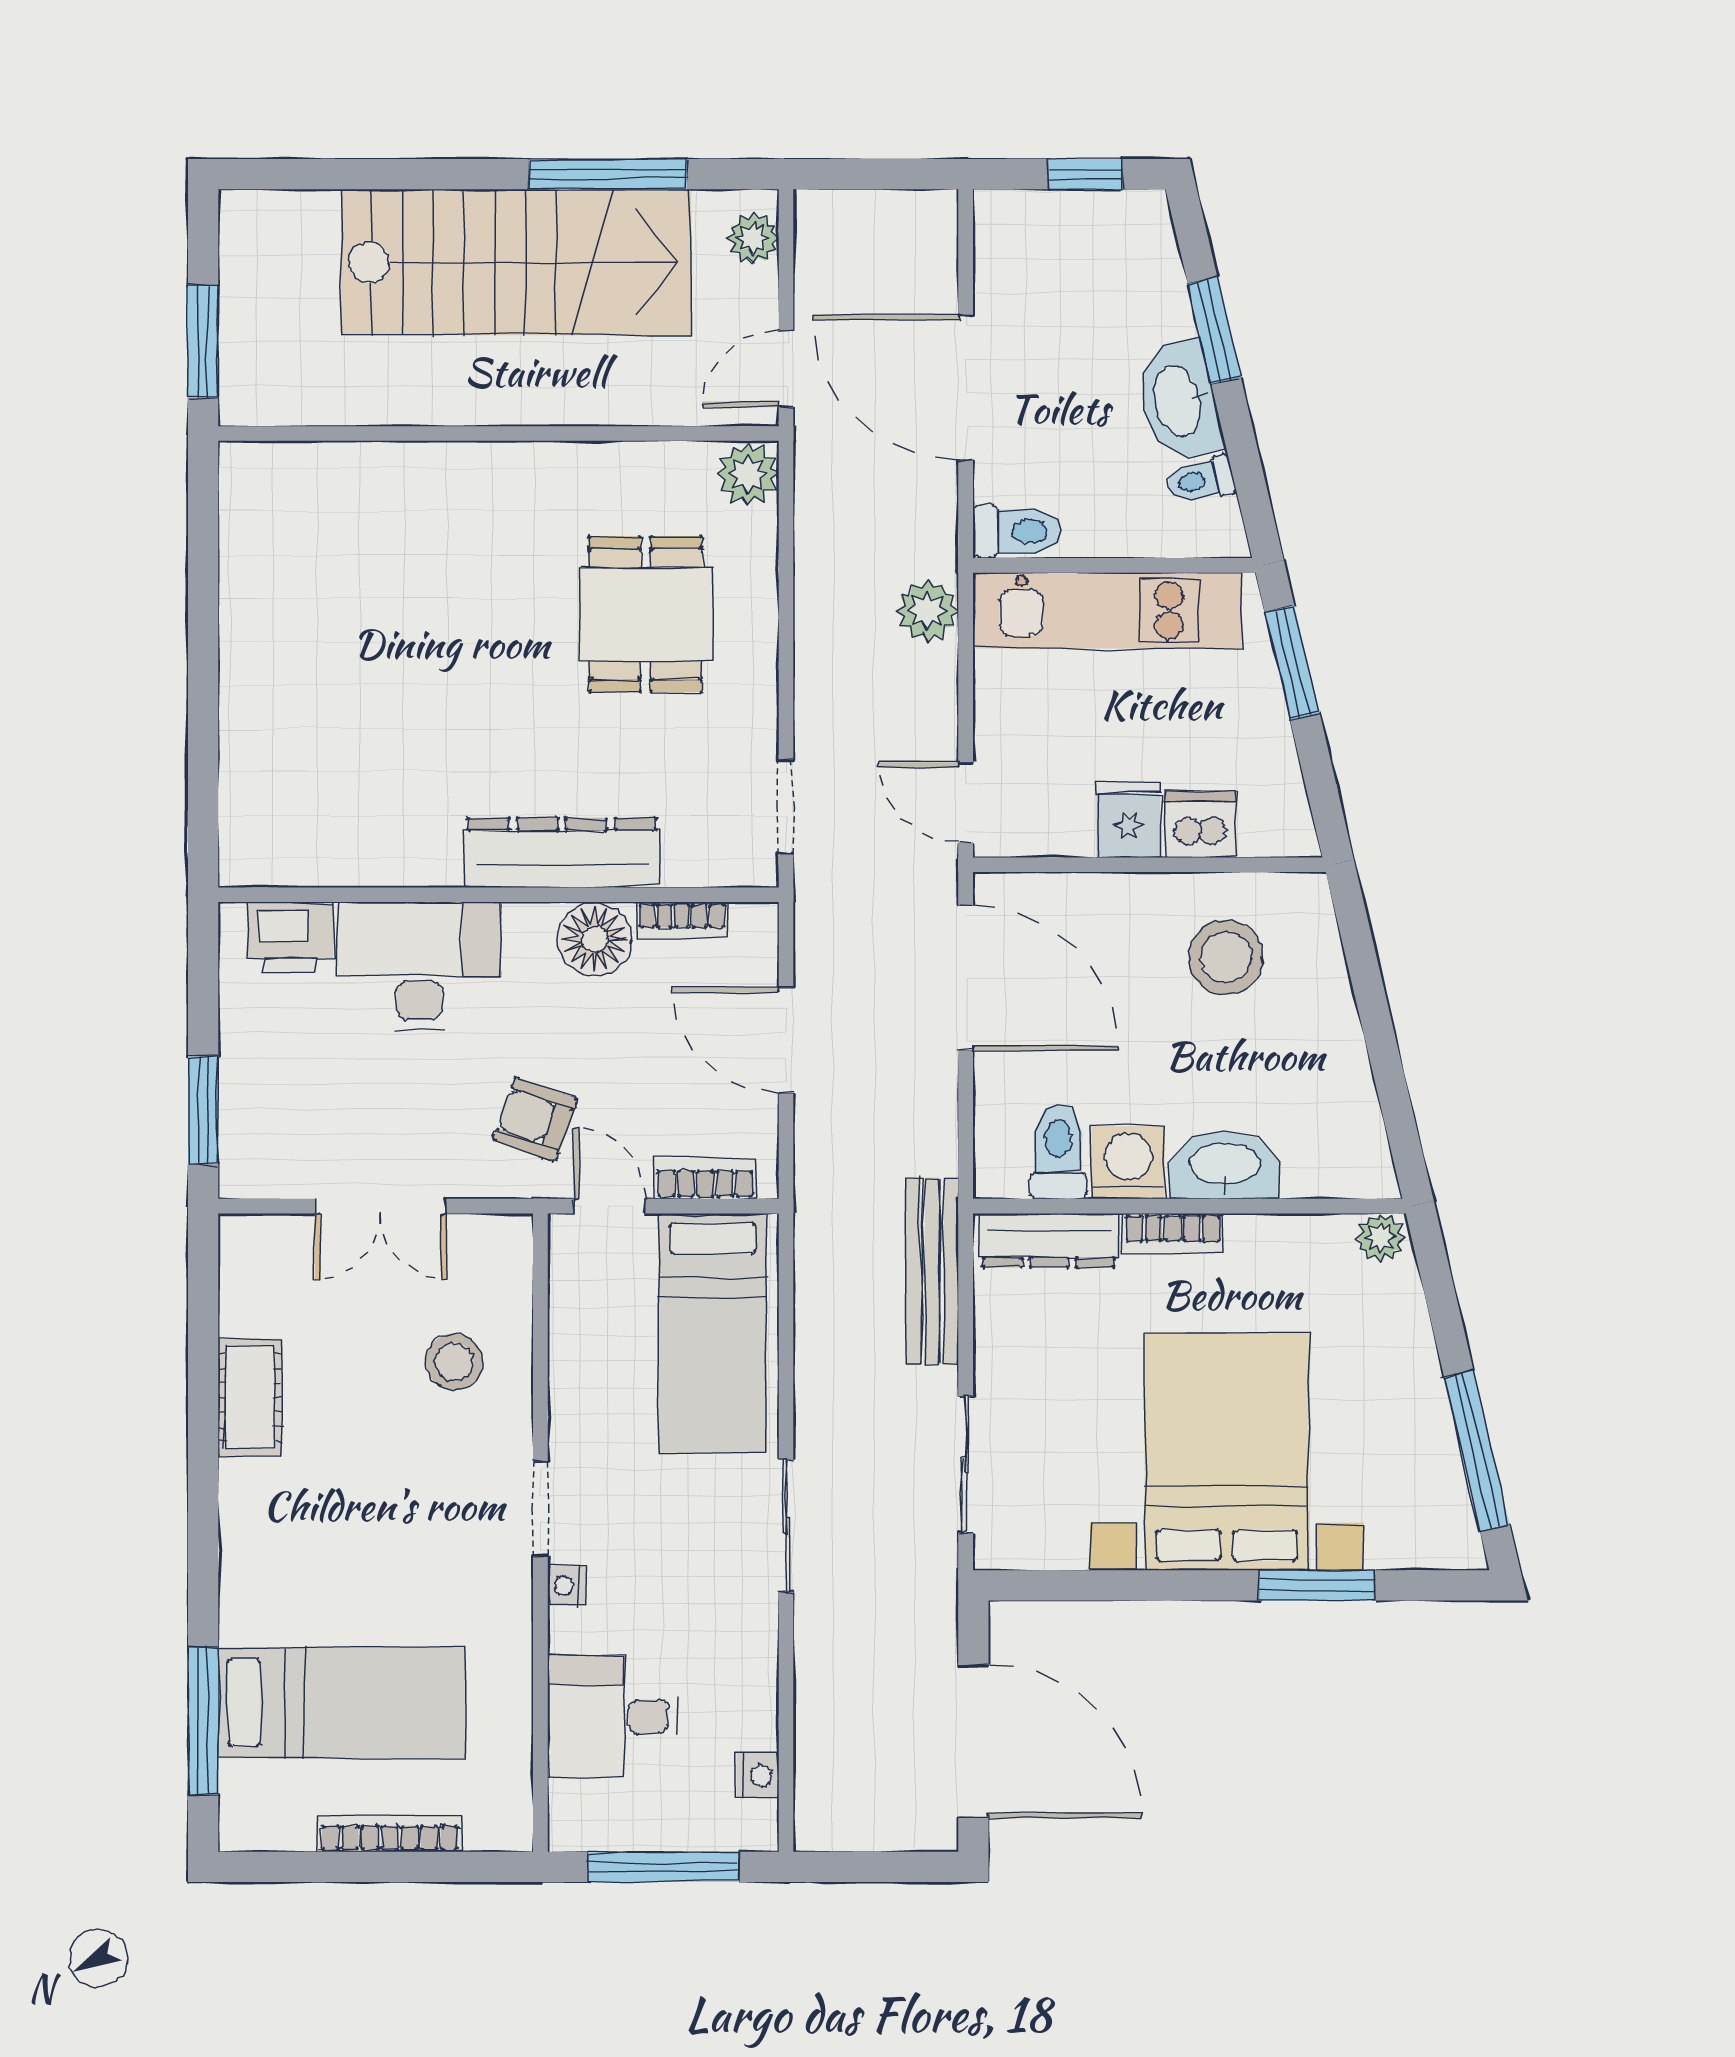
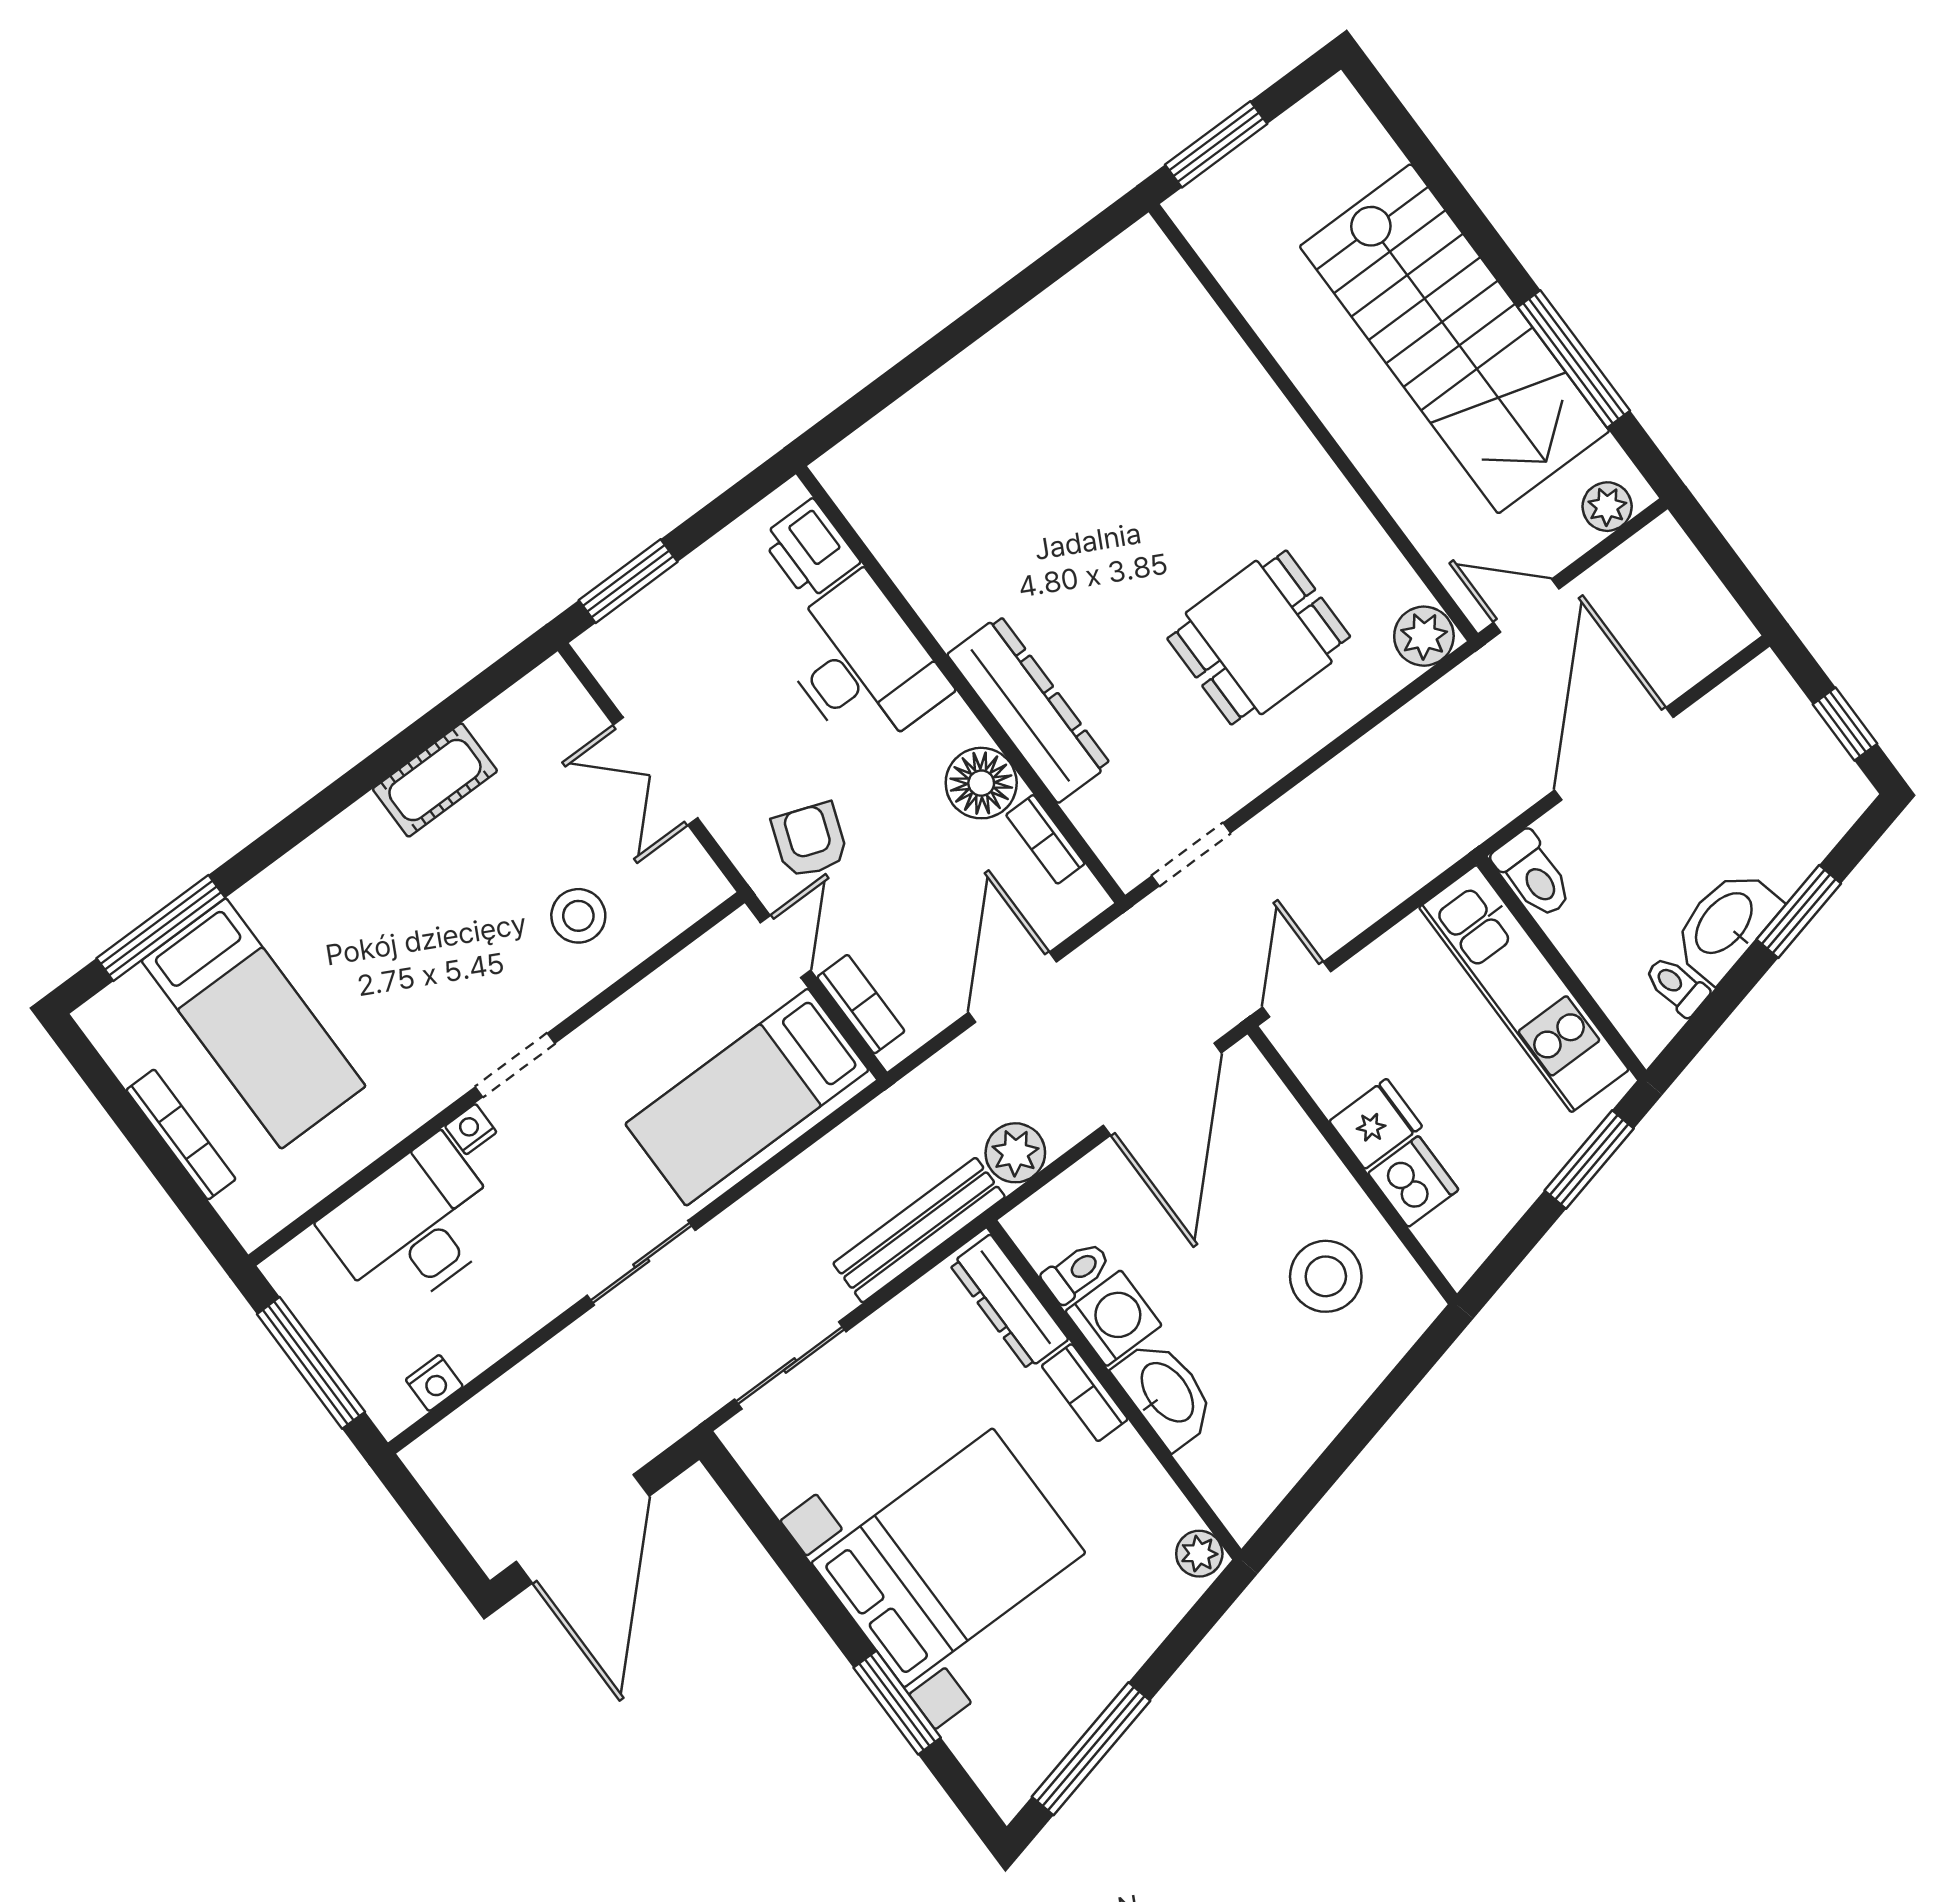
plant: (927, 611) -> (1015, 1153), moved
toilet: (1058, 1152) -> (1076, 1272), width x0.73, depth x0.72
desk: (613, 1717) -> (414, 1226), width x1.37

